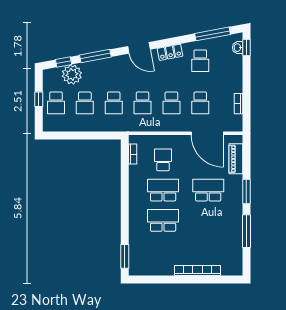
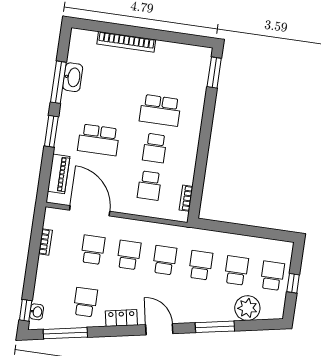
window: (64, 62) -> (255, 325), removed
school desk: (163, 190) -> (155, 148), width x0.54
washbasin: (236, 237) -> (73, 77), added

